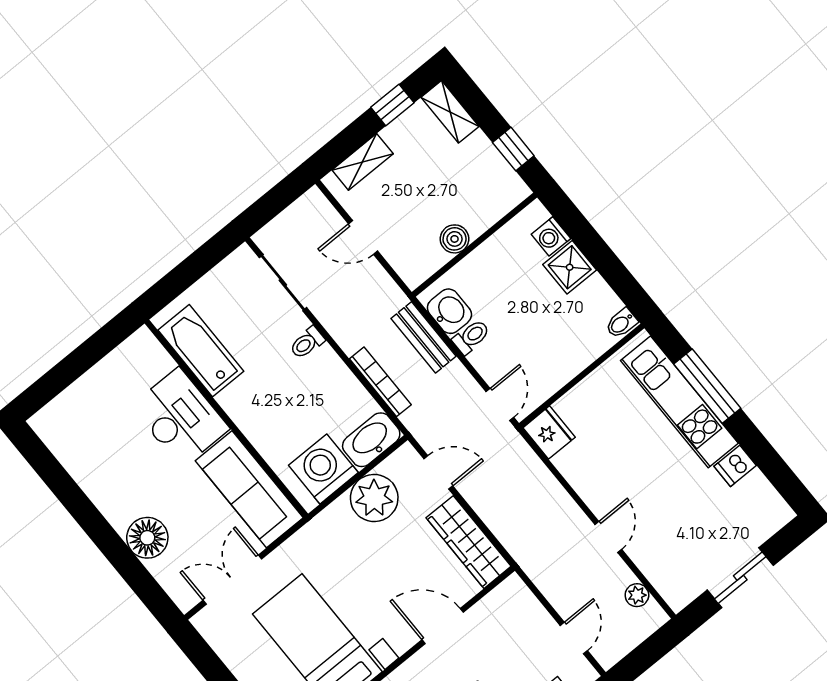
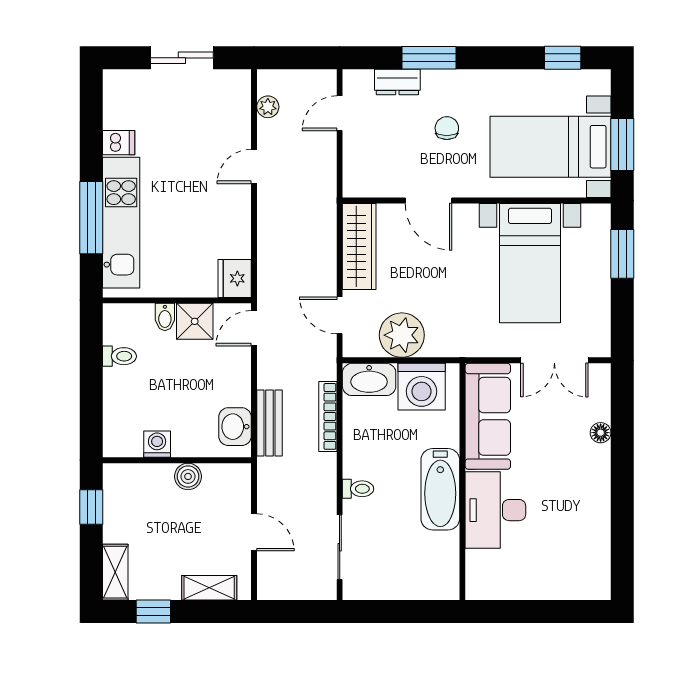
washing machine: (551, 236) -> (157, 444), moved, turned -90
shower: (570, 267) -> (195, 321), moved
bidet: (621, 323) -> (165, 317), moved, turned 90
toilet: (471, 337) -> (119, 356), moved, turned 180
bathtub: (201, 351) -> (440, 489), moved
floor lamp: (147, 538) -> (601, 433), width x0.53, depth x0.53

